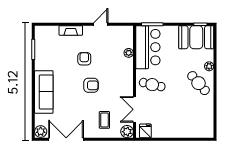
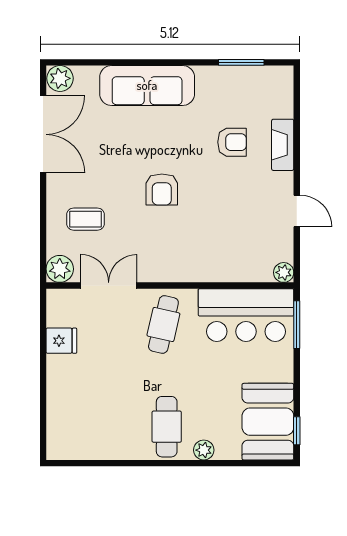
plant: (129, 53) -> (284, 272), moved
armchair: (84, 59) -> (232, 142), moved
cafe table: (199, 83) -> (167, 427), turned -49
fridge: (145, 131) -> (61, 341), moved

